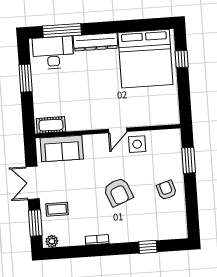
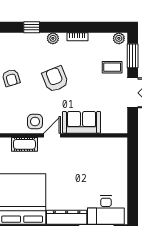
window: (26, 78) -> (133, 189), removed
cot: (51, 125) -> (24, 144), moved
sofa: (62, 148) -> (82, 122), moved
plant: (124, 236) -> (53, 38), added

